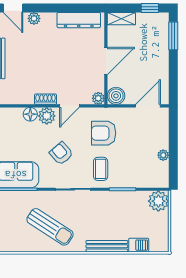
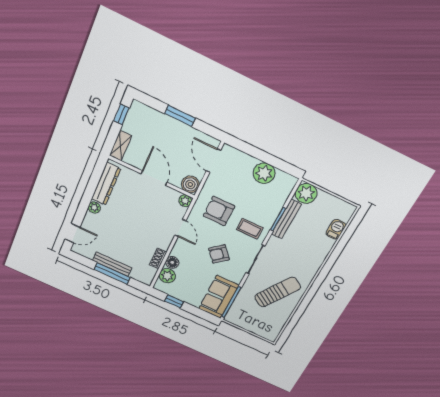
plant: (34, 18) -> (94, 208), moved
window: (173, 36) -> (180, 116), moved
shoe rack: (46, 99) -> (158, 258), moved
plant: (47, 116) -> (167, 276), moved
armchair: (104, 133) -> (219, 211), turned 90
plant: (163, 155) -> (264, 173), width x1.88, depth x1.88
bench: (107, 246) -> (286, 219), moved

